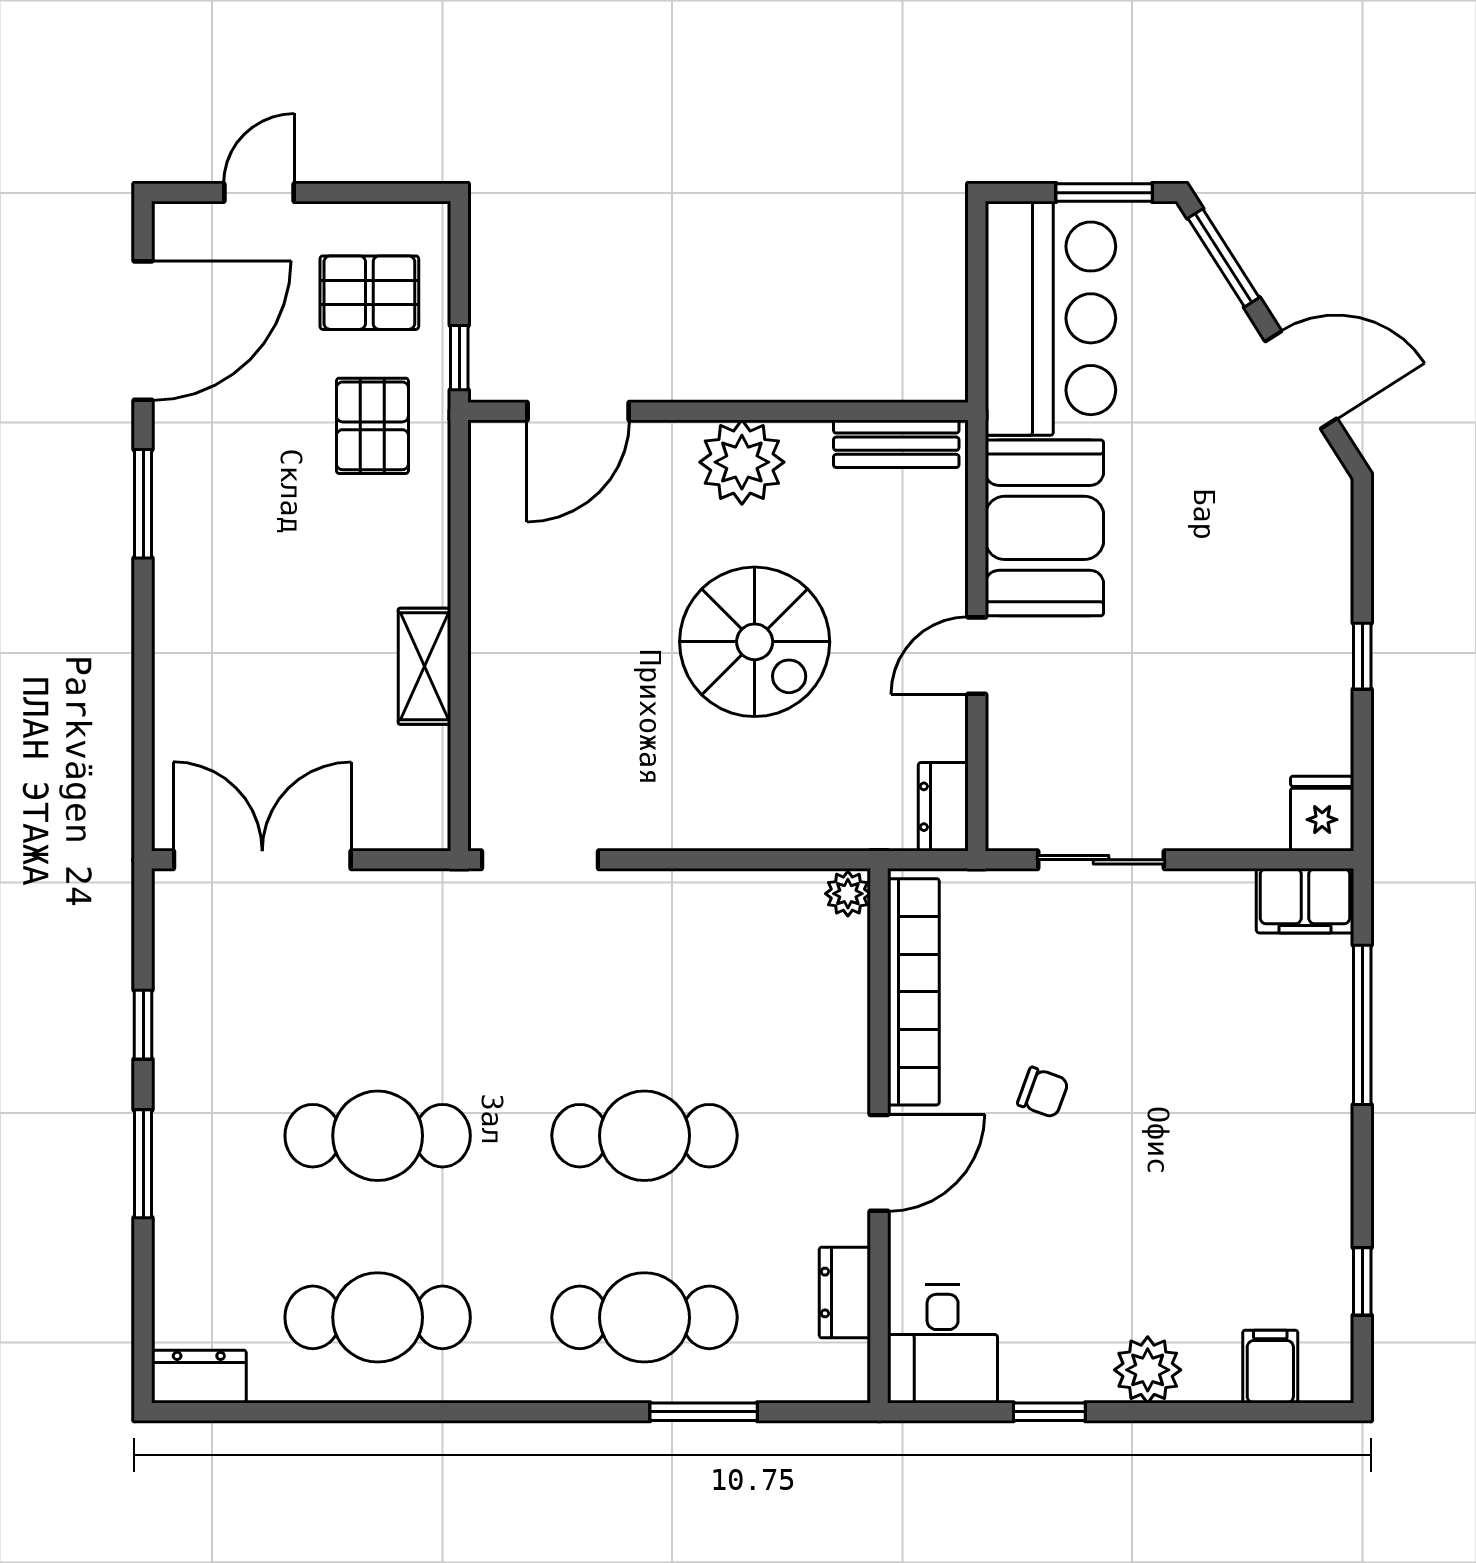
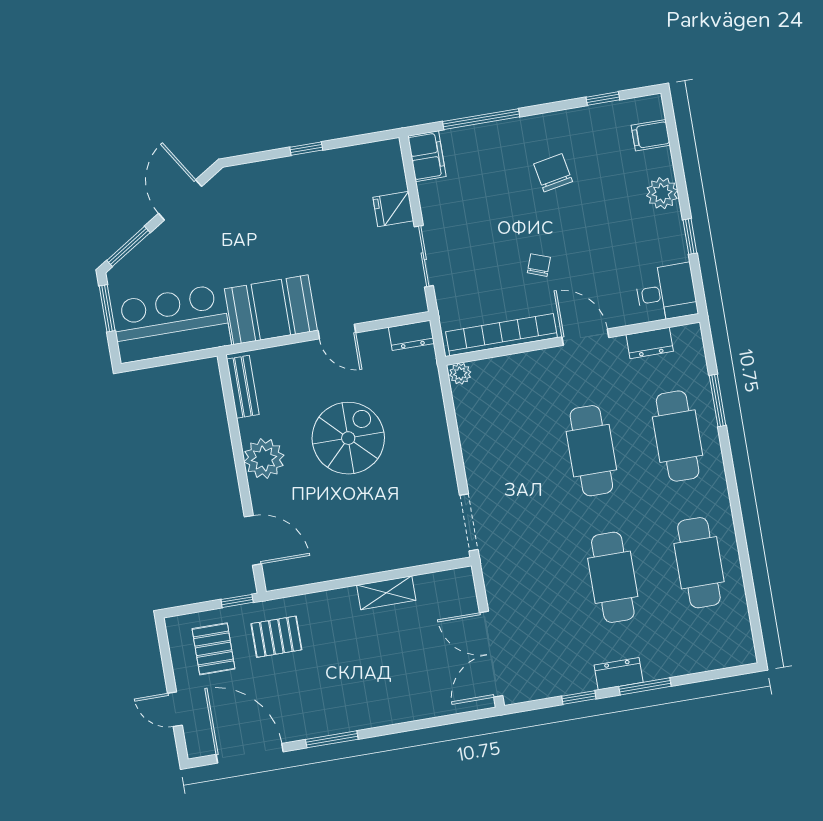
fridge: (1322, 814) -> (393, 209), moved
chair: (1227, 1153) -> (553, 173), added
dresser: (199, 1377) -> (619, 674), moved, turned 90

